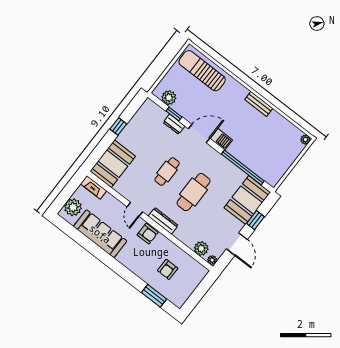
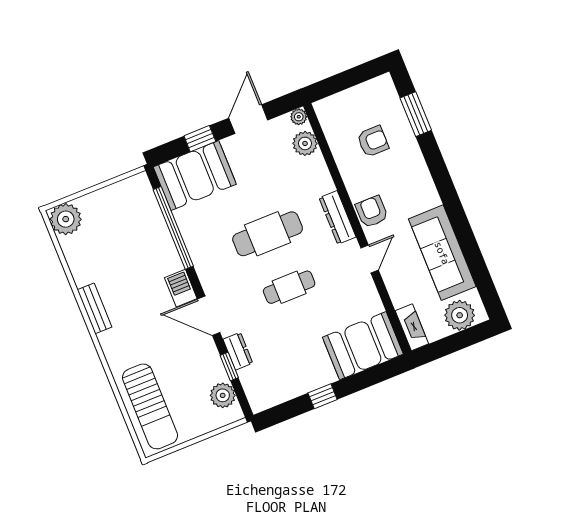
plant: (305, 140) -> (66, 219), width x1.87, depth x1.87

